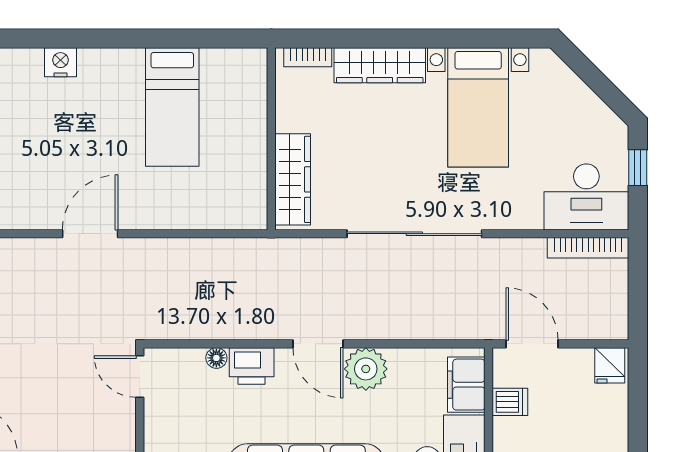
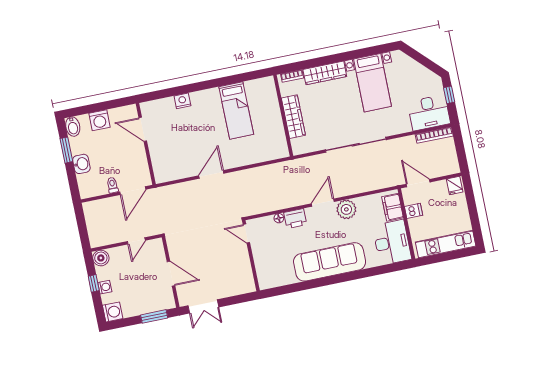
wardrobe: (293, 179) -> (293, 117), moved
door: (318, 344) -> (323, 203), swing flipped

